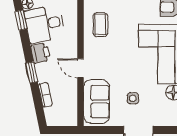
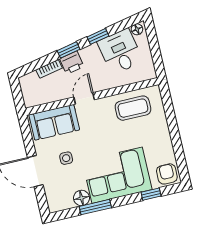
window: (21, 20) -> (98, 36), moved
coffee table: (100, 25) -> (133, 108), width x1.36, depth x1.30
printer: (41, 53) -> (72, 63), moved

